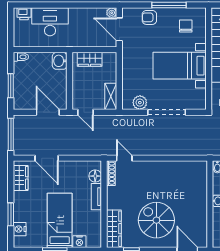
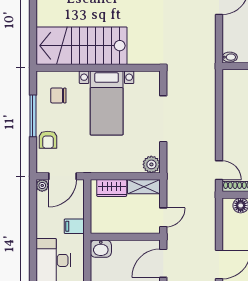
filing cabinet: (78, 39) -> (74, 226), added
wardrobe: (90, 59) -> (112, 188), moved, turned 90
plant: (140, 103) -> (151, 164), moved
door: (124, 158) -> (219, 170), swing flipped

